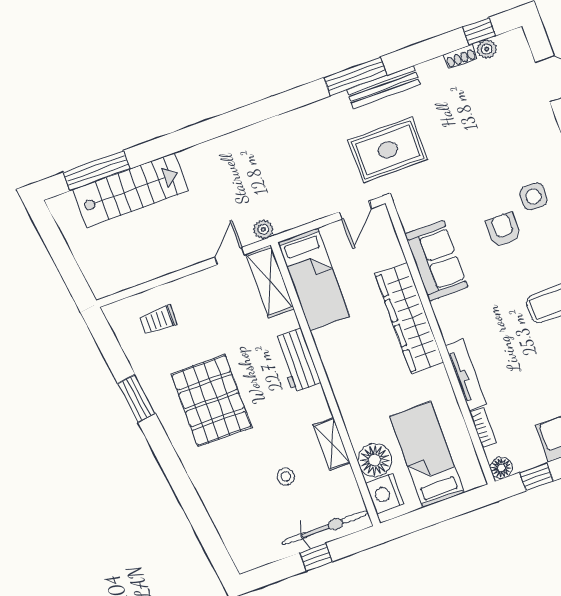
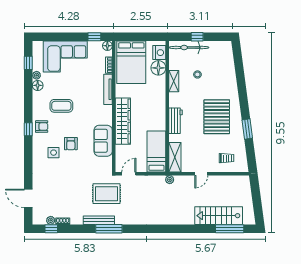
door: (230, 256) -> (201, 174), moved
bed: (427, 455) -> (131, 62), width x1.50

